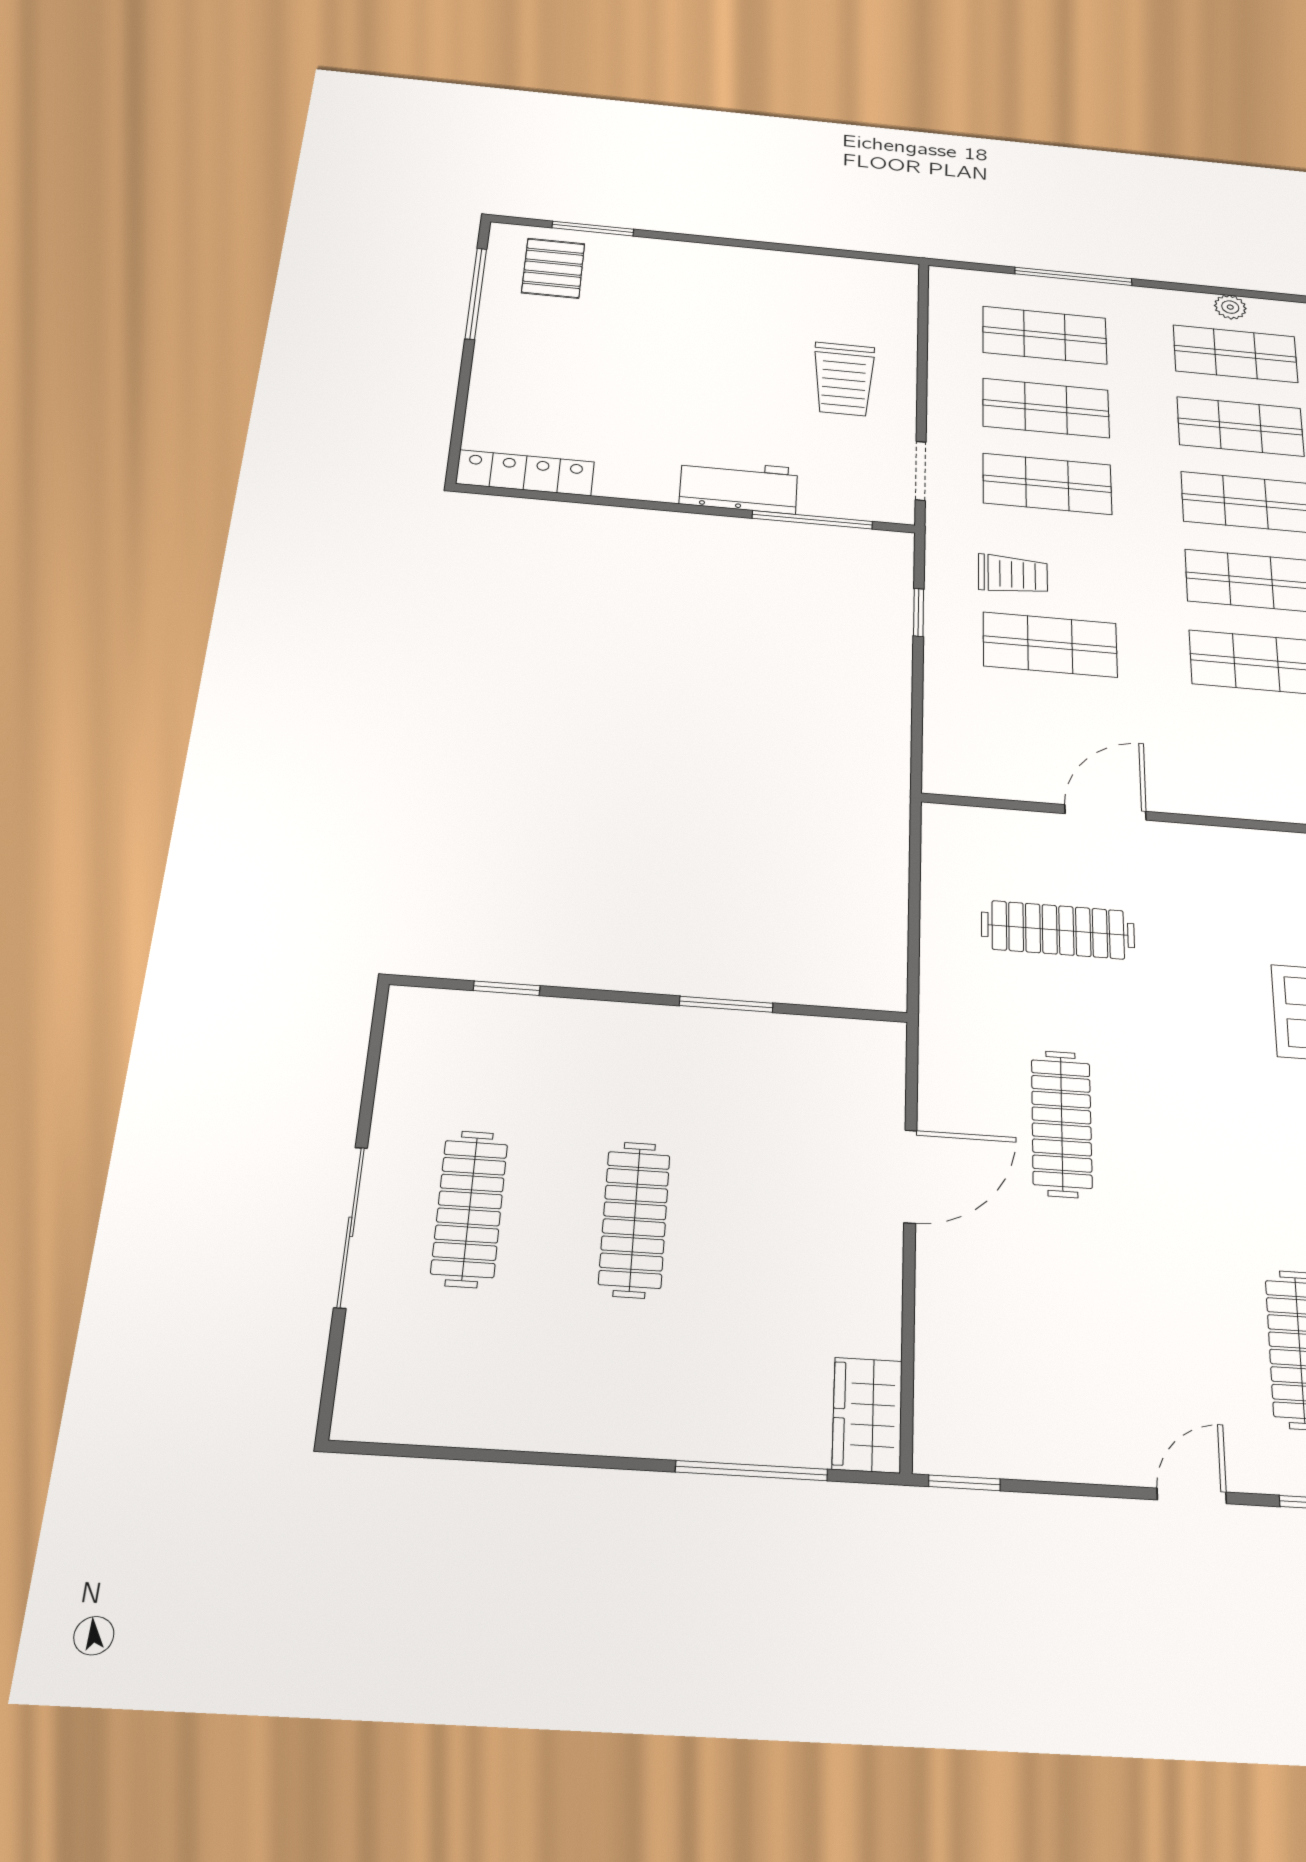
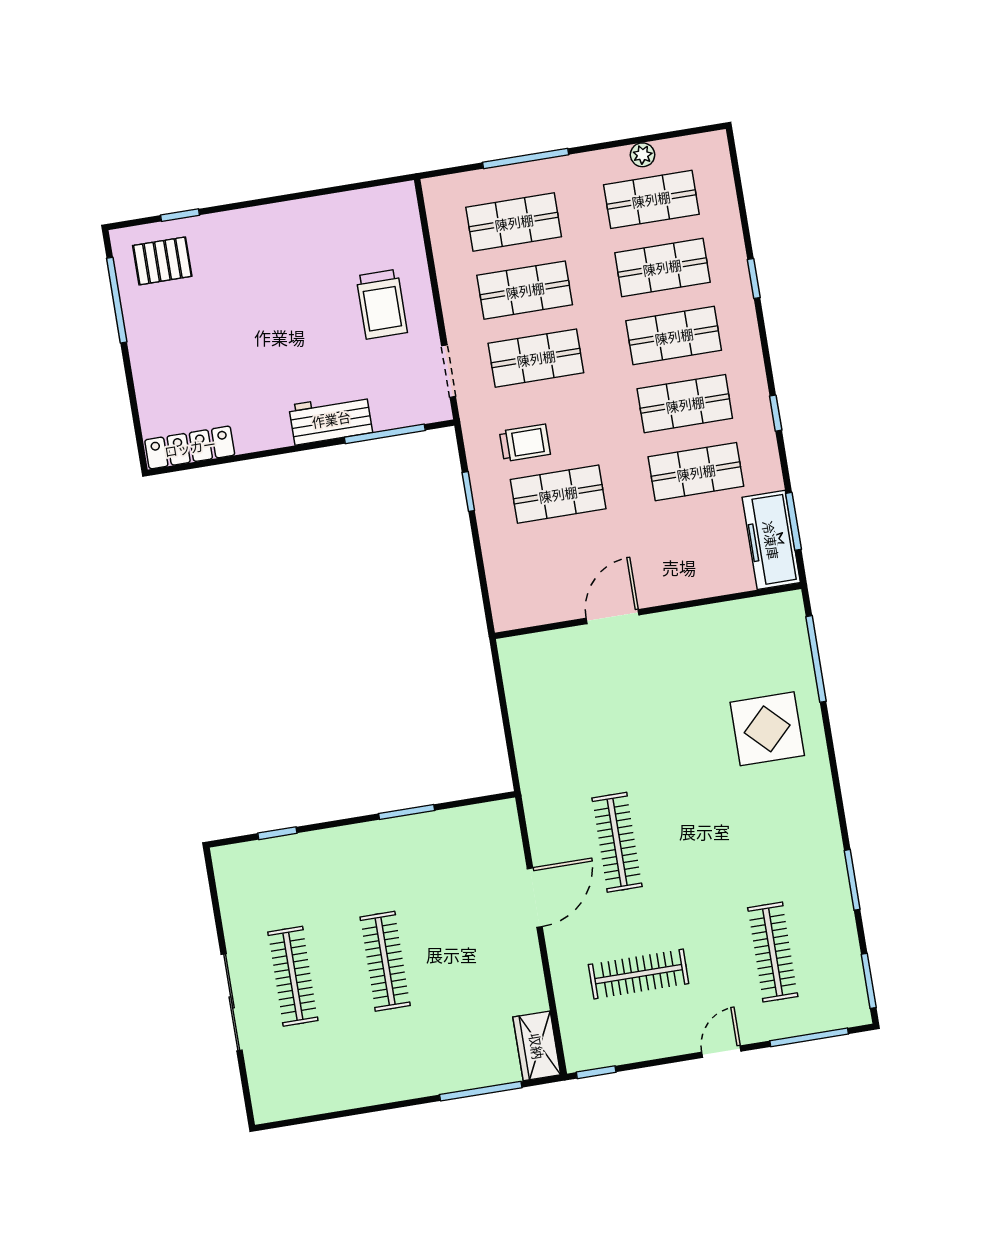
window: (593, 229) -> (180, 215), width x0.67
pallet: (553, 268) -> (162, 261), turned 90
clothes rail: (1058, 930) -> (639, 974), moved

